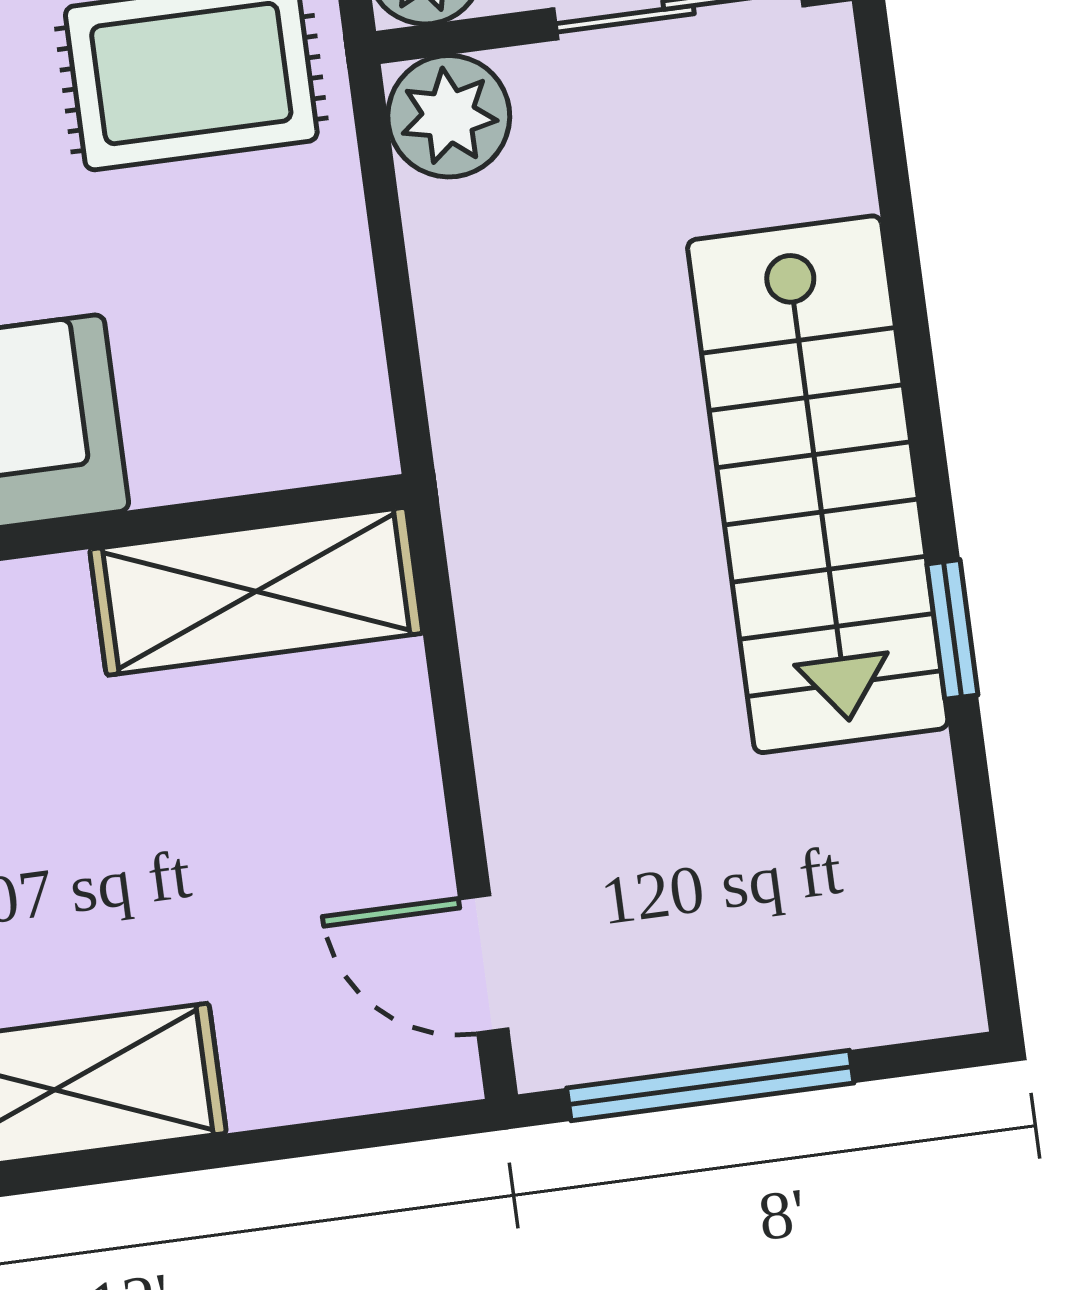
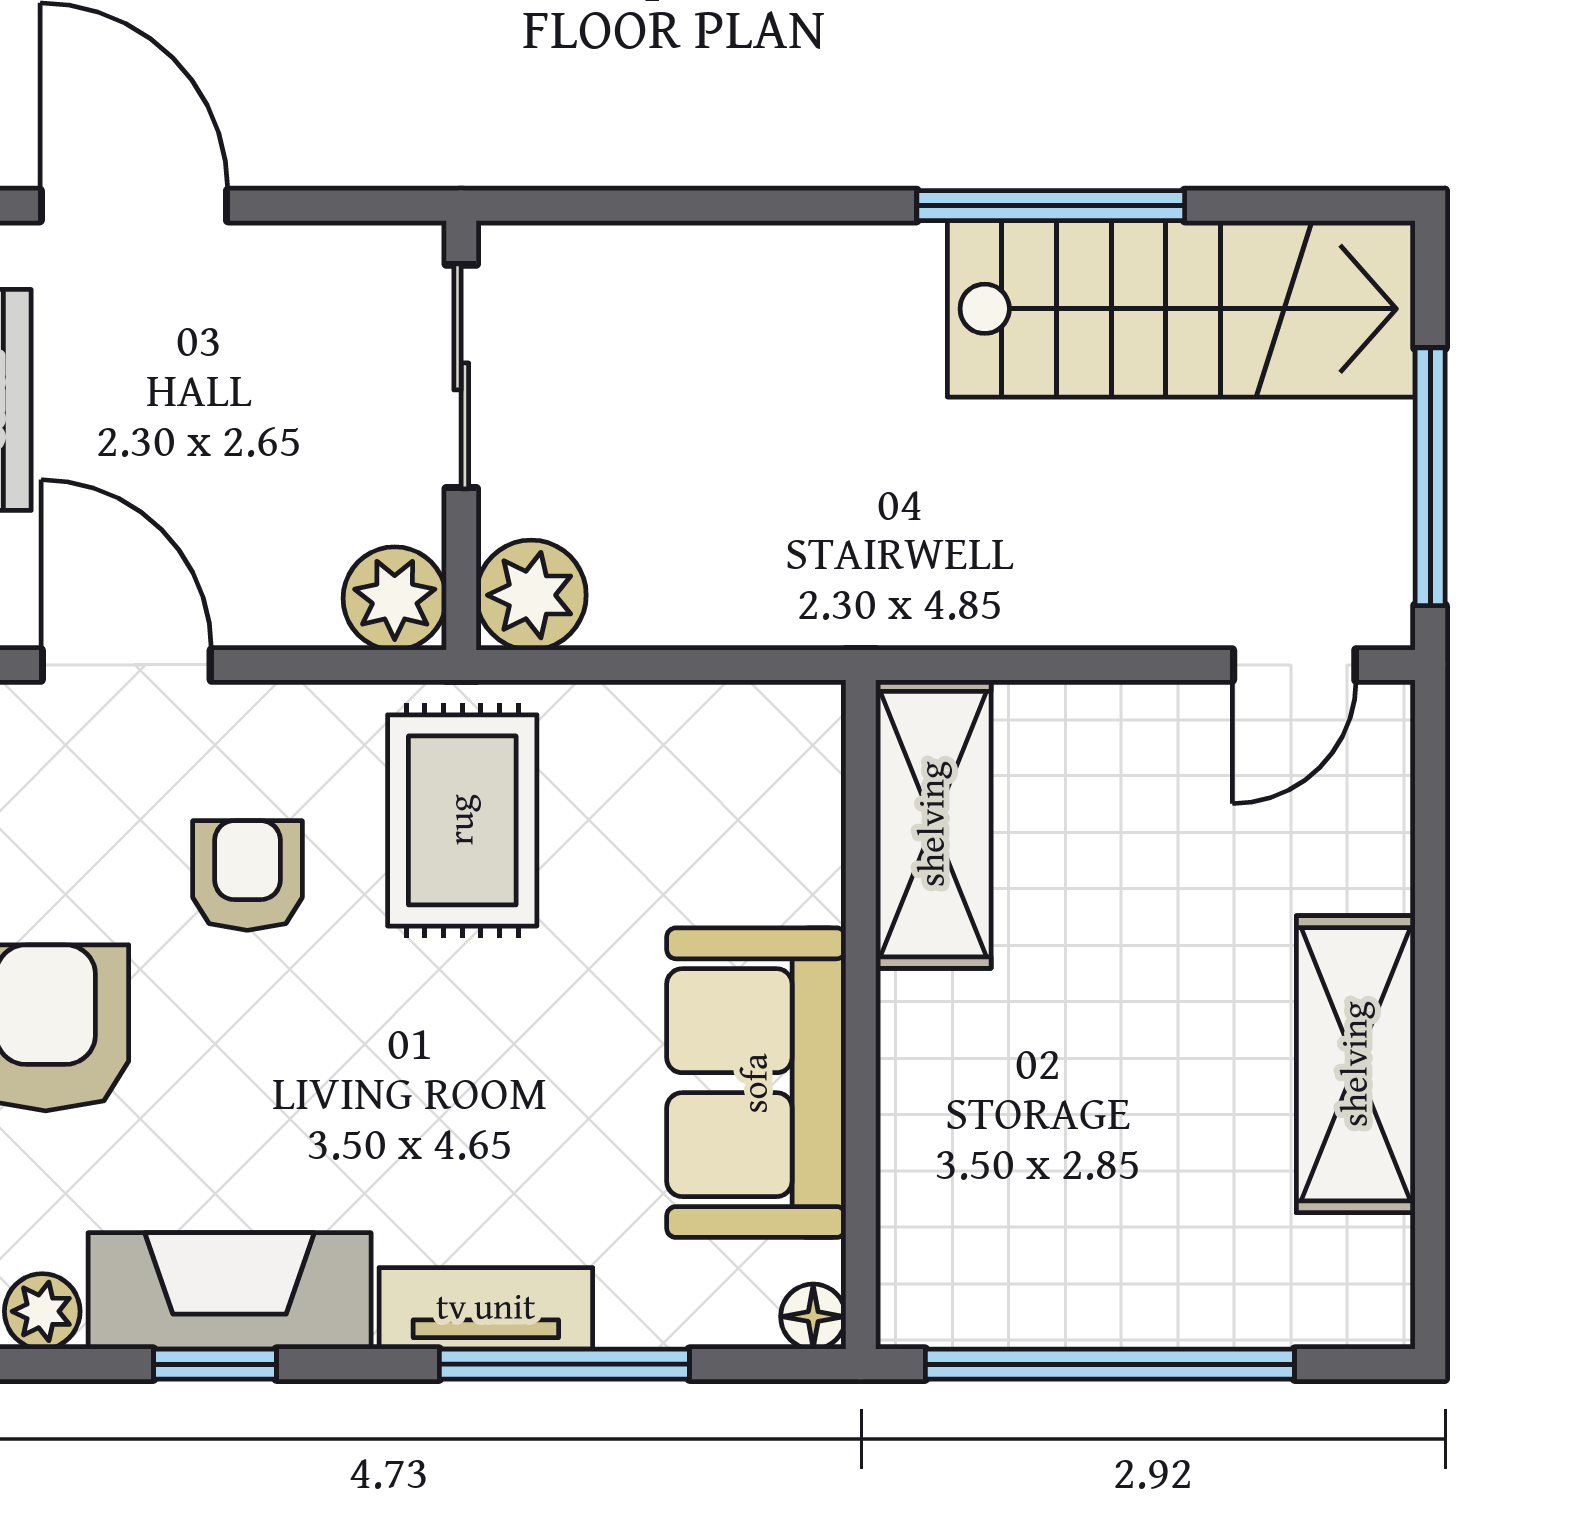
stairs: (818, 484) -> (1181, 309), moved
window: (952, 629) -> (1051, 206), width x2.17

